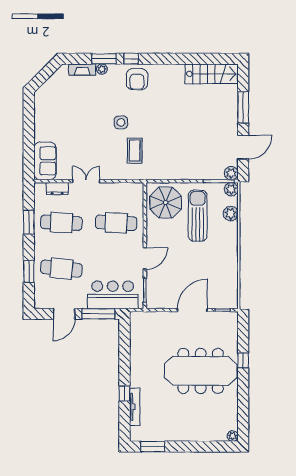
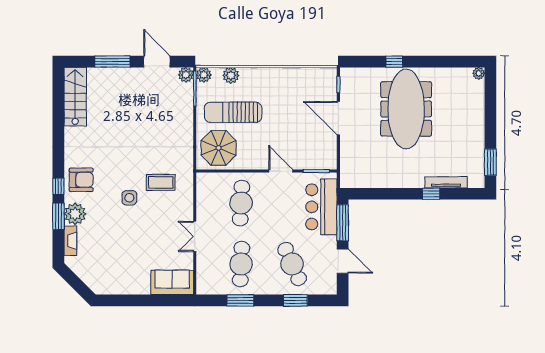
plant: (102, 69) -> (75, 214), width x1.88, depth x1.88
dresser: (57, 189) -> (203, 269), removed
cafe table: (61, 269) -> (292, 264), turned -30

